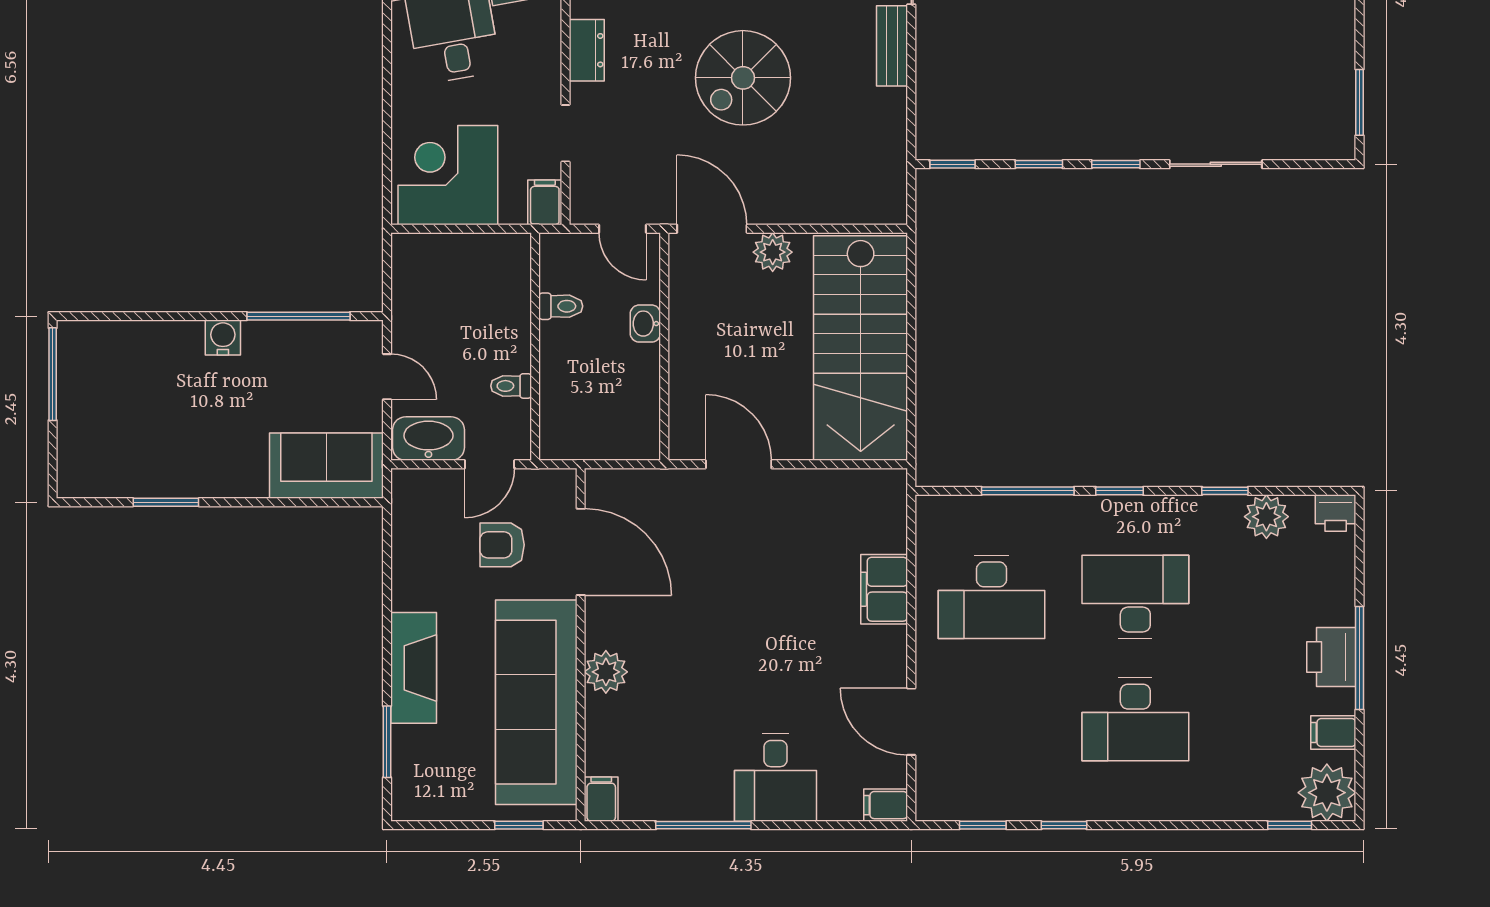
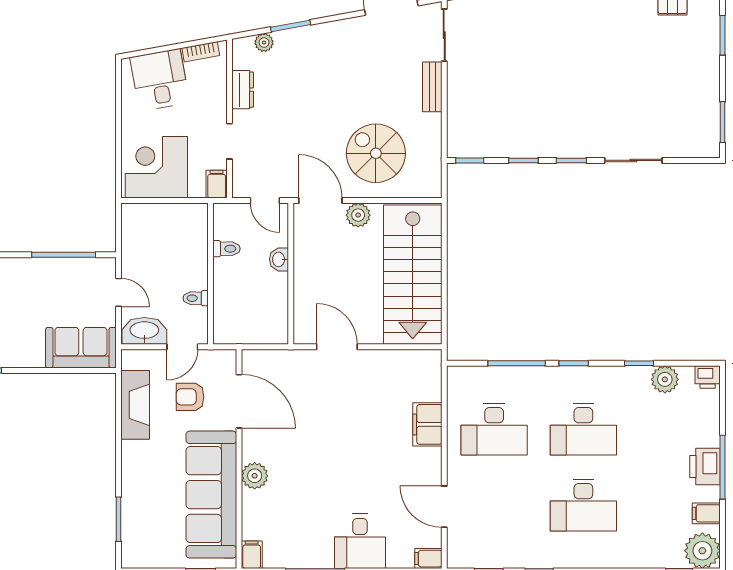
spiral stairs: (743, 78) -> (376, 153), moved, turned 90
water cooler: (223, 337) -> (17, 268), removed
desk: (1135, 597) -> (583, 429), turned 180
fireplace: (414, 668) -> (135, 405), moved

